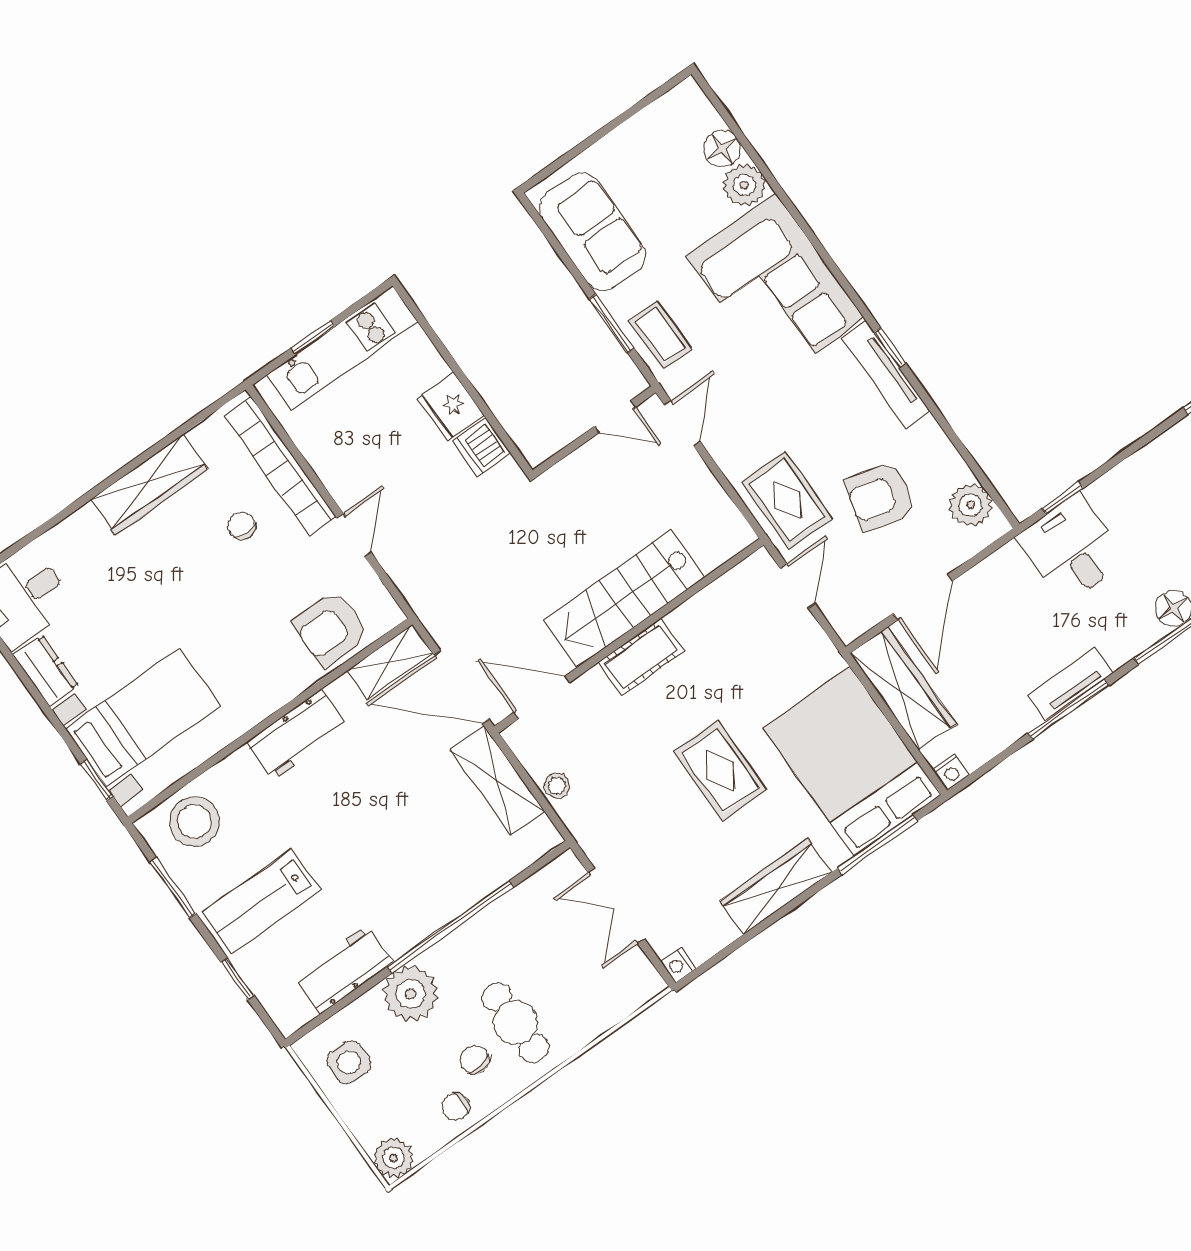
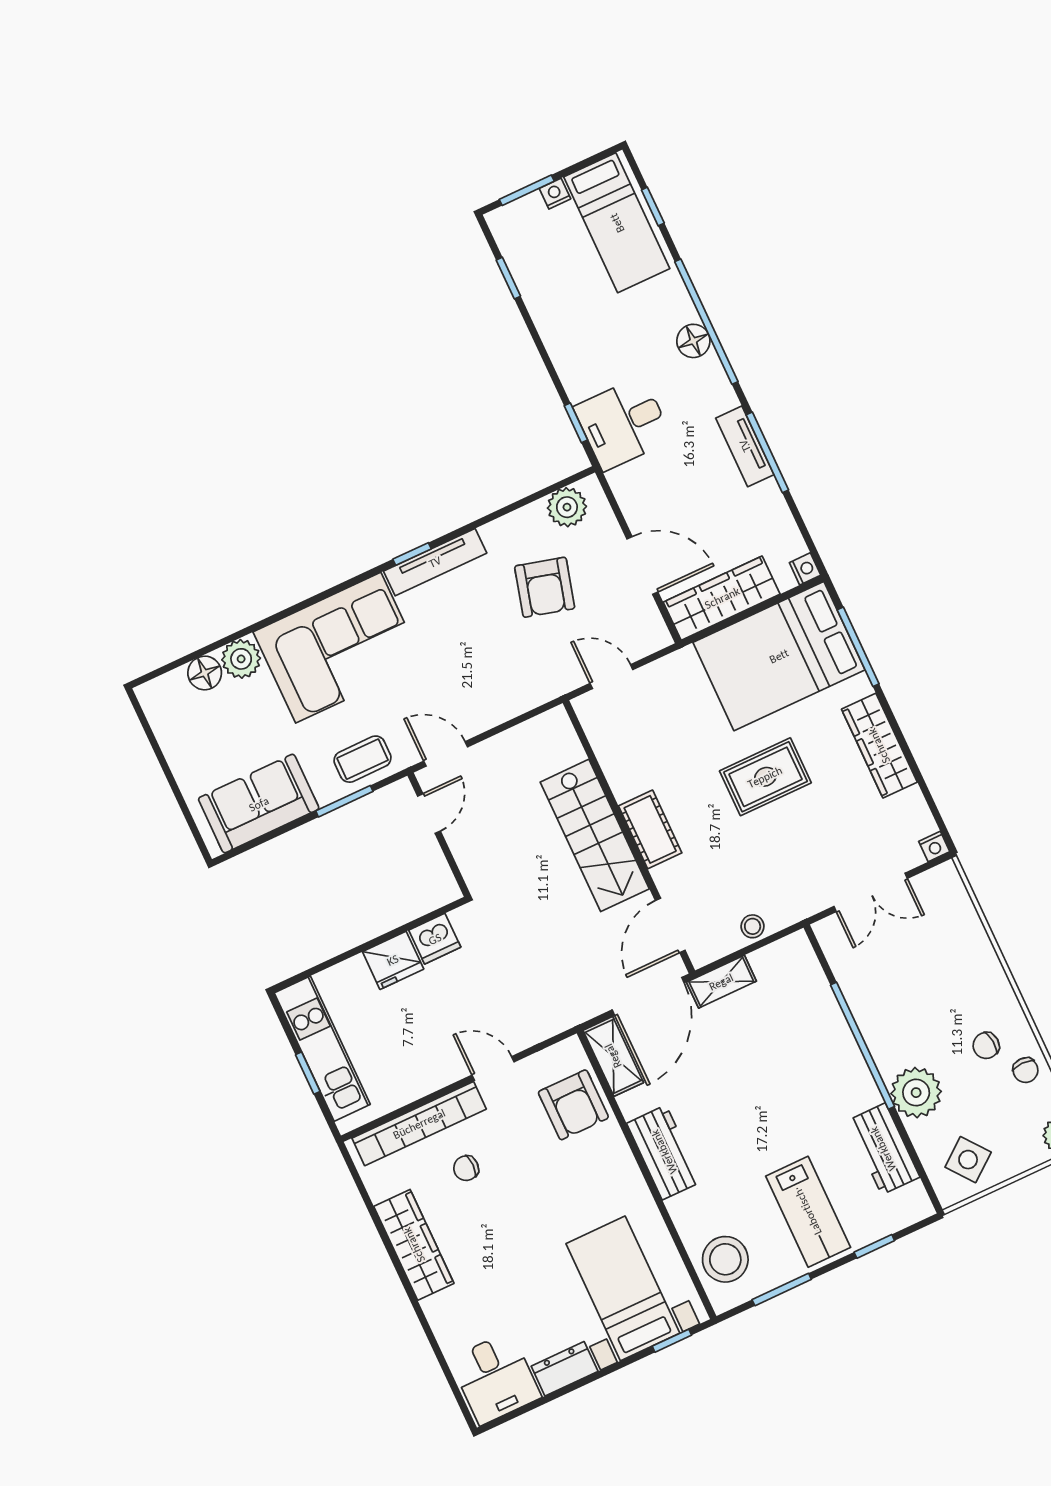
rug: (787, 500) -> (532, 672), removed
shelving: (497, 780) -> (721, 982), width x0.67, depth x0.75
cafe table: (515, 1023) -> (959, 1003), removed
side table: (349, 1062) -> (968, 1160), turned -38

